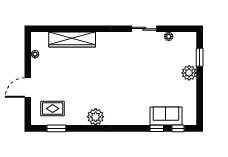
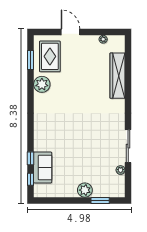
sliding door: (144, 29) -> (128, 146), width x1.37
rug: (53, 109) -> (50, 56), width x1.36, depth x1.43
plant: (96, 117) -> (42, 84), moved

